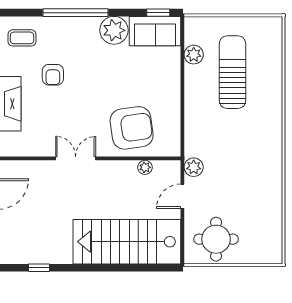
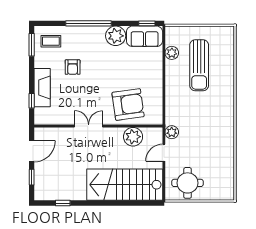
sun lounger: (233, 72) -> (199, 65), turned 180
plant: (145, 167) -> (133, 137), width x1.87, depth x1.87

